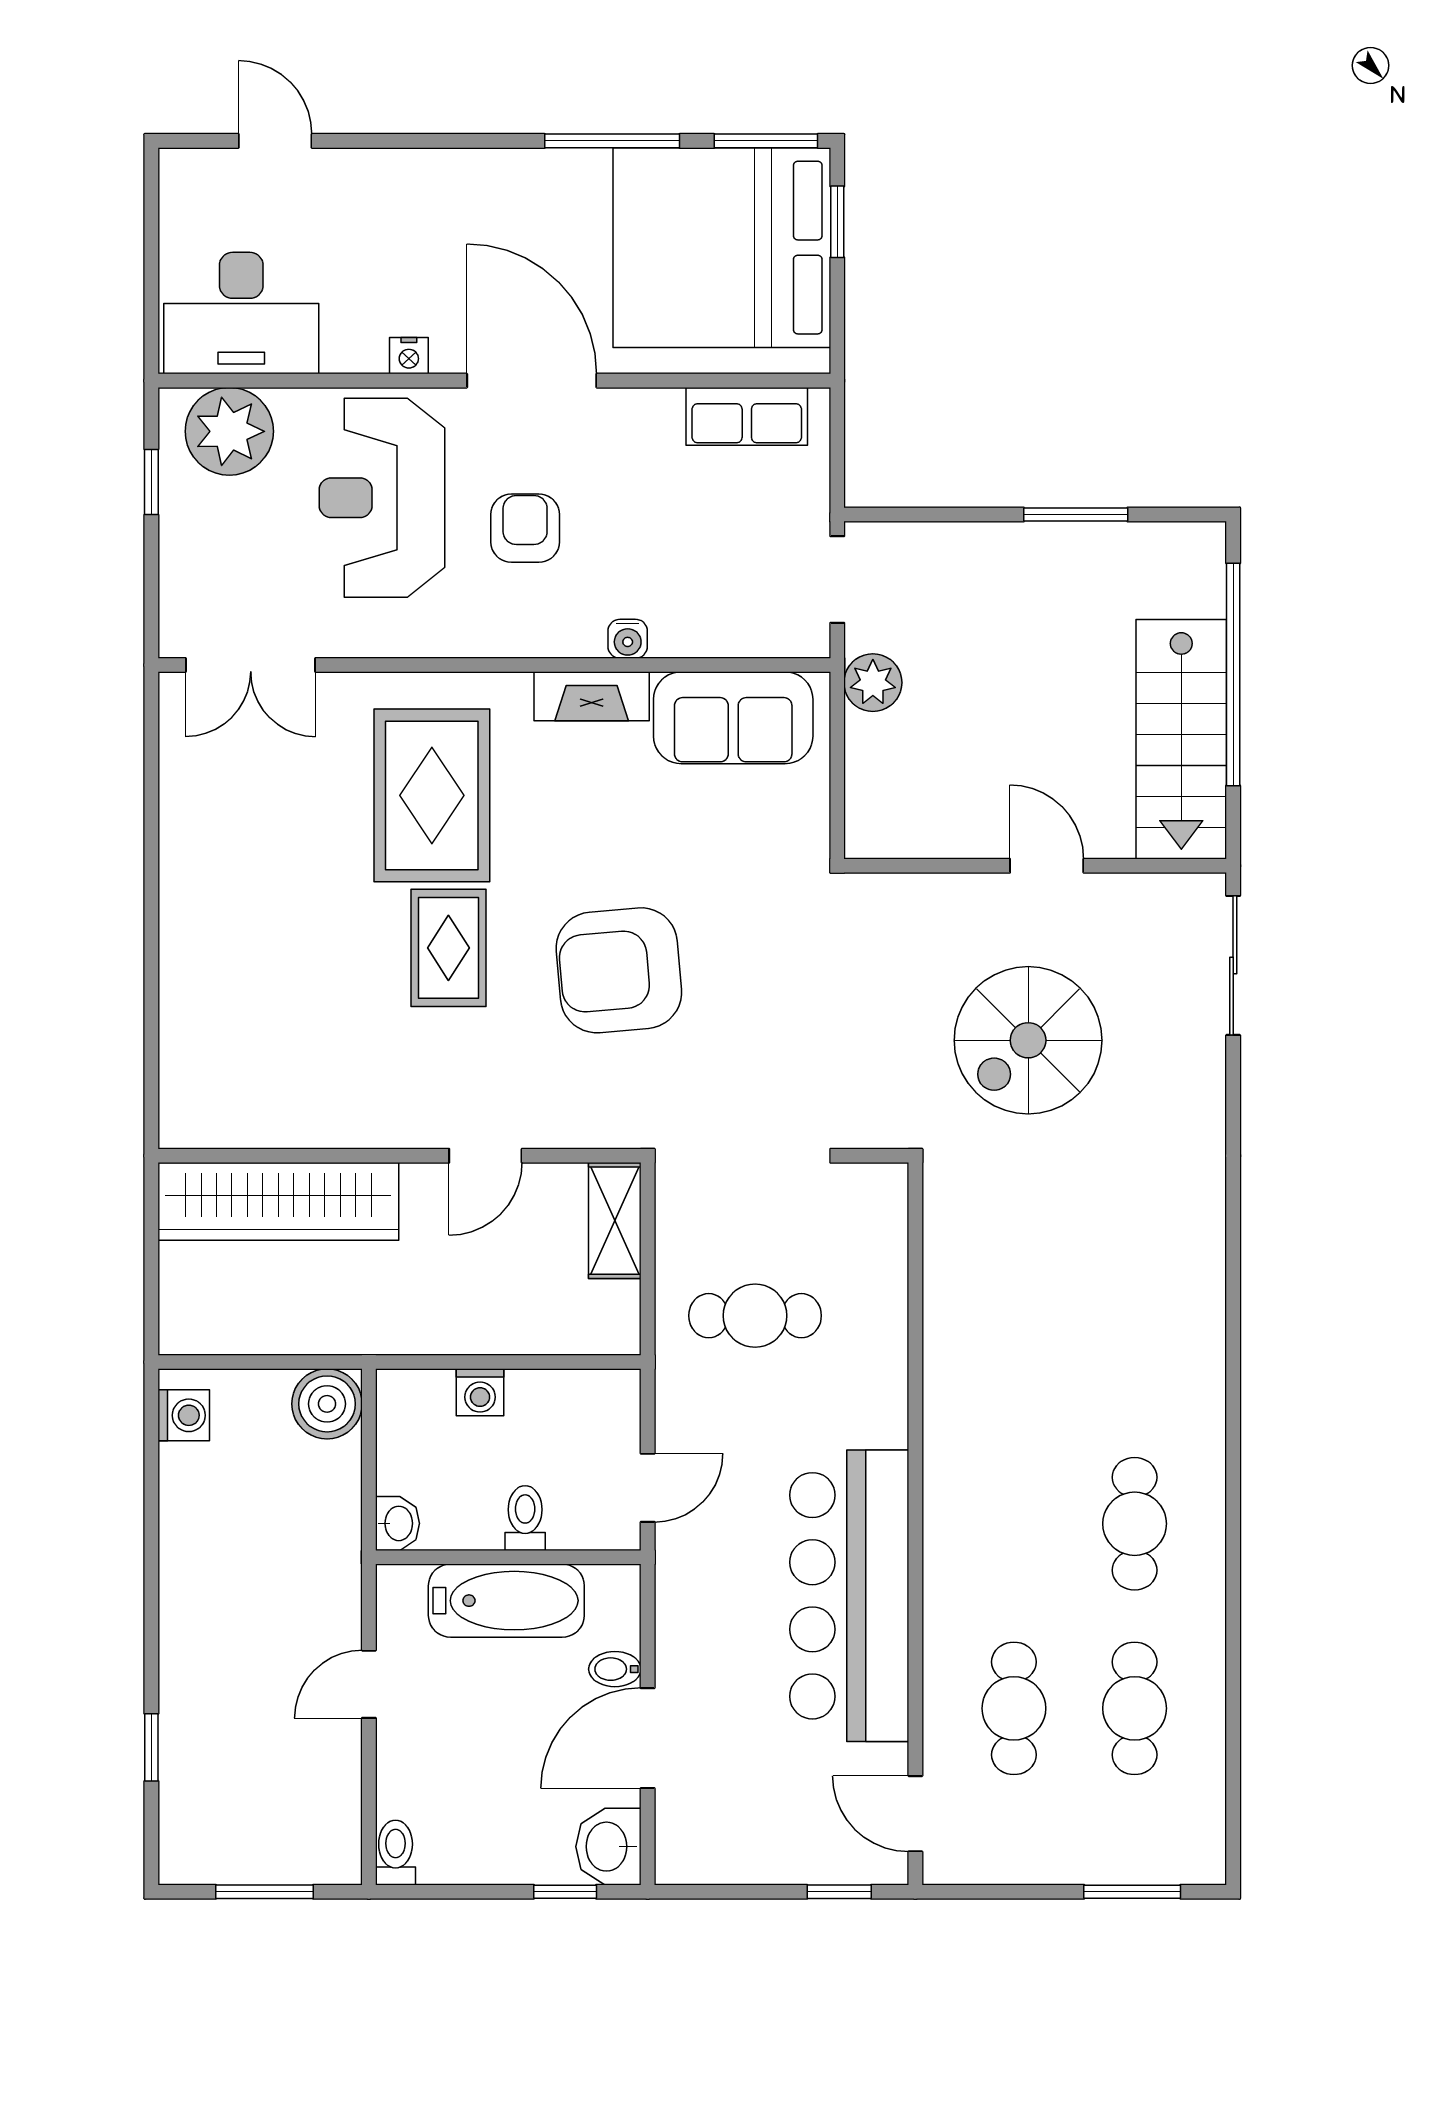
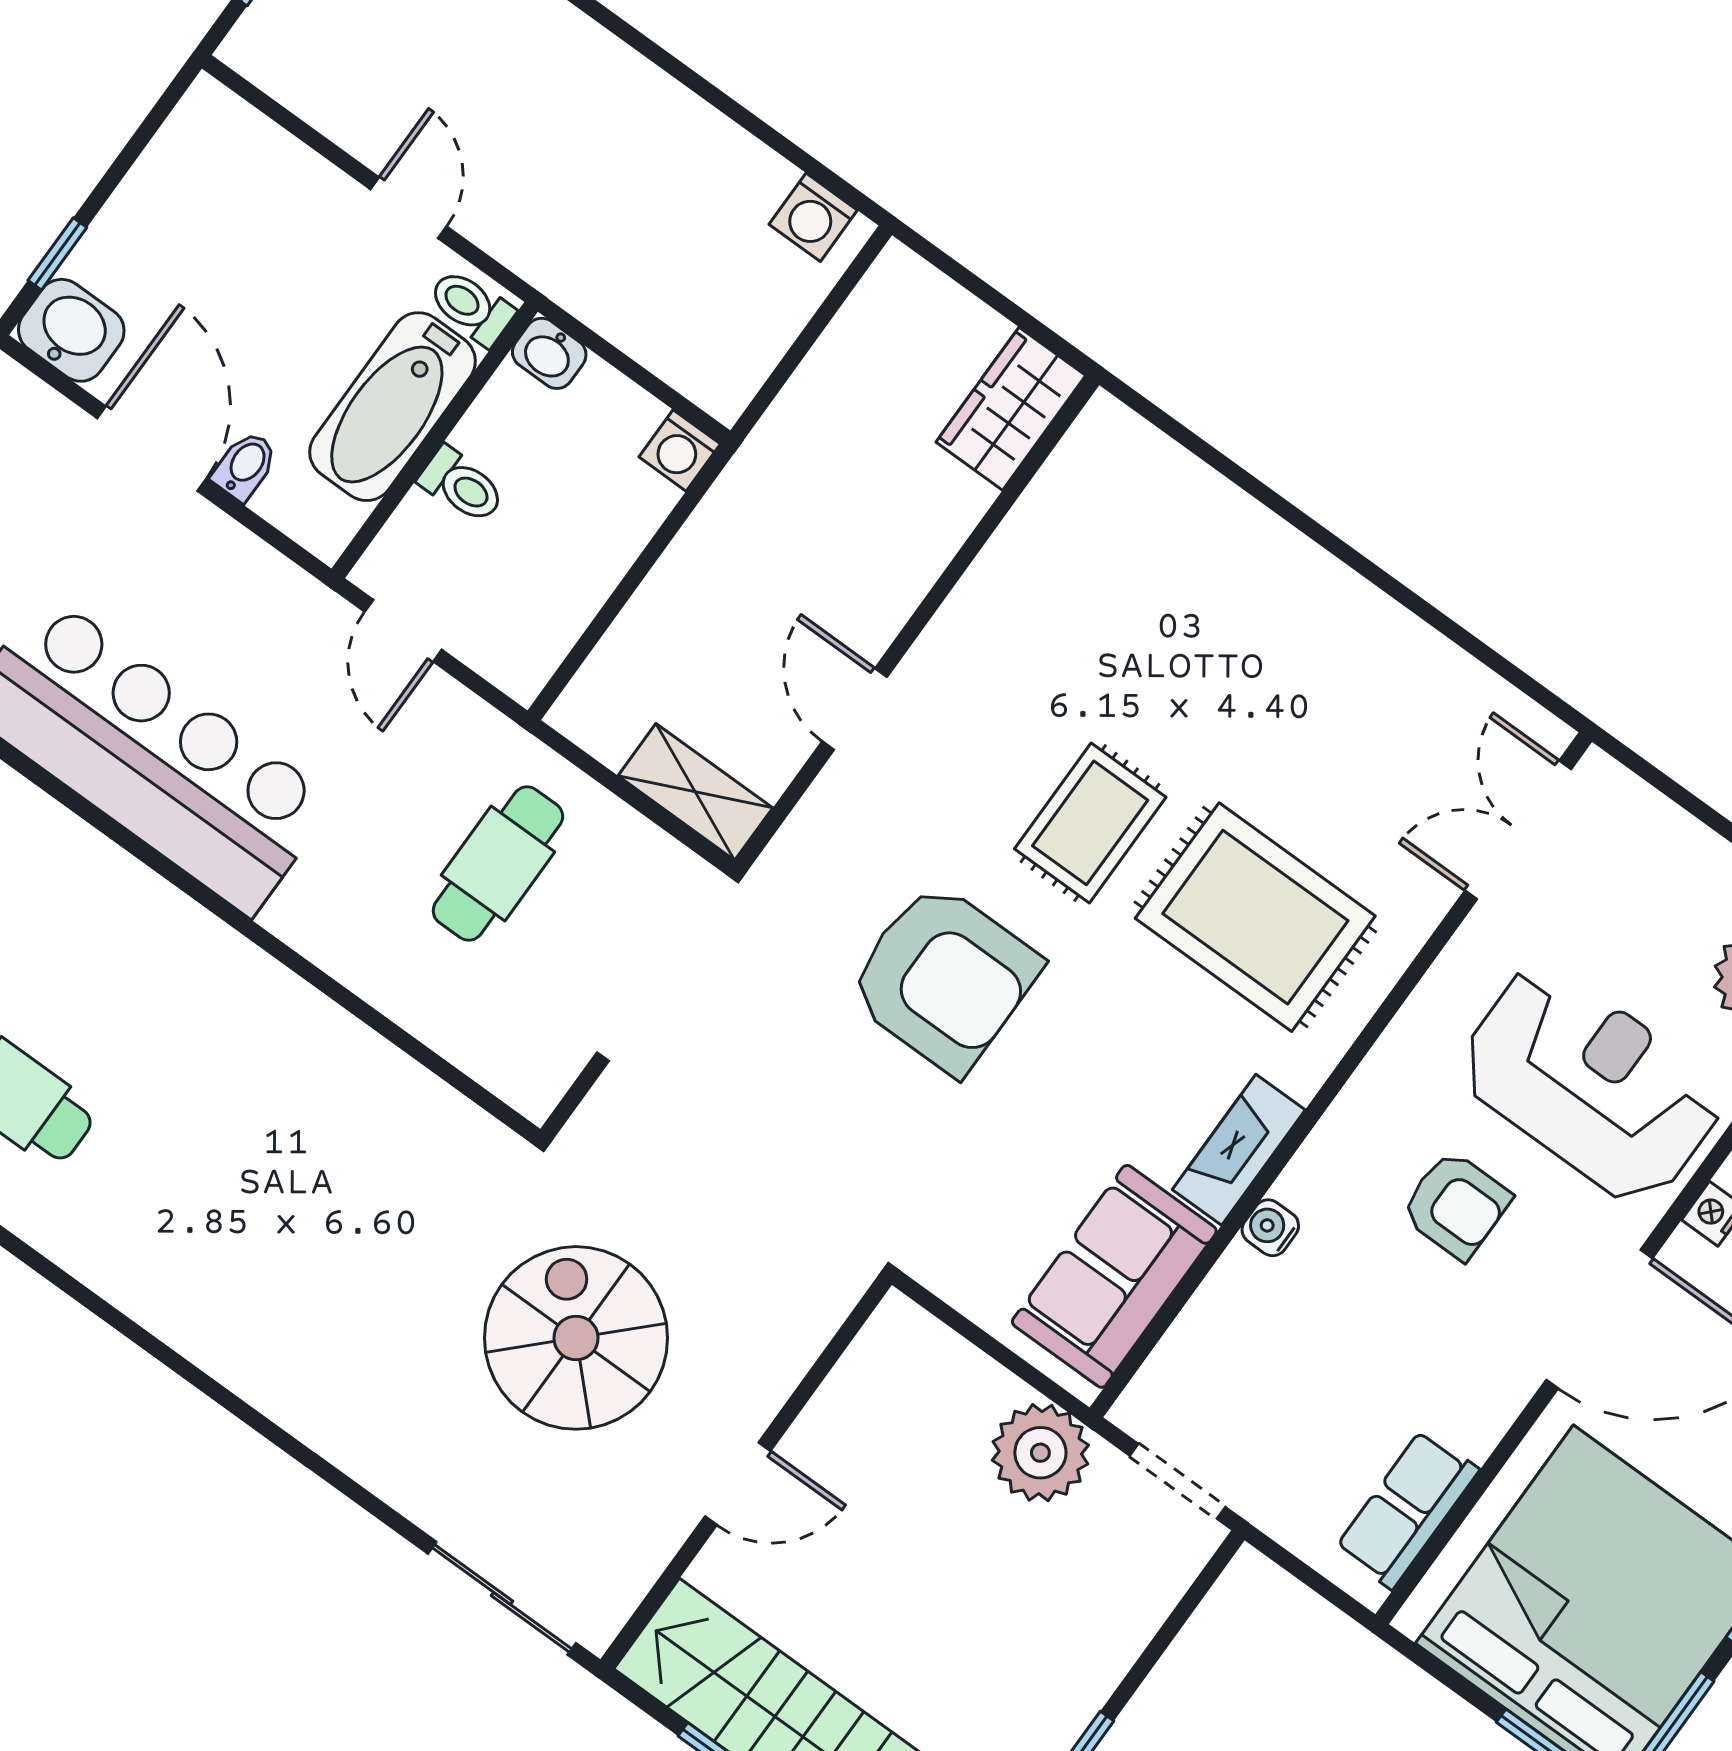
plant: (873, 683) -> (1040, 1453), width x1.36, depth x1.36
rug: (448, 948) -> (1090, 823), turned 90
armchair: (619, 970) -> (944, 978), turned 95
wardrobe: (278, 1201) -> (1011, 409), width x0.48, depth x0.85
washing machine: (480, 1392) -> (680, 450), moved, turned -90
boiler: (327, 1404) -> (720, 370), removed
toilet: (396, 1853) -> (471, 307), moved, turned 180

